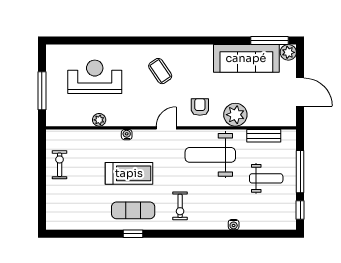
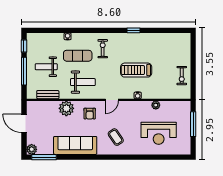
sofa: (246, 58) -> (75, 145), moved
weight bench: (210, 155) -> (83, 82), width x0.73, depth x0.75
exercise mat: (133, 210) -> (78, 56), moved

